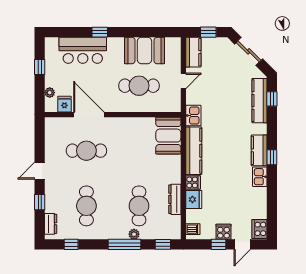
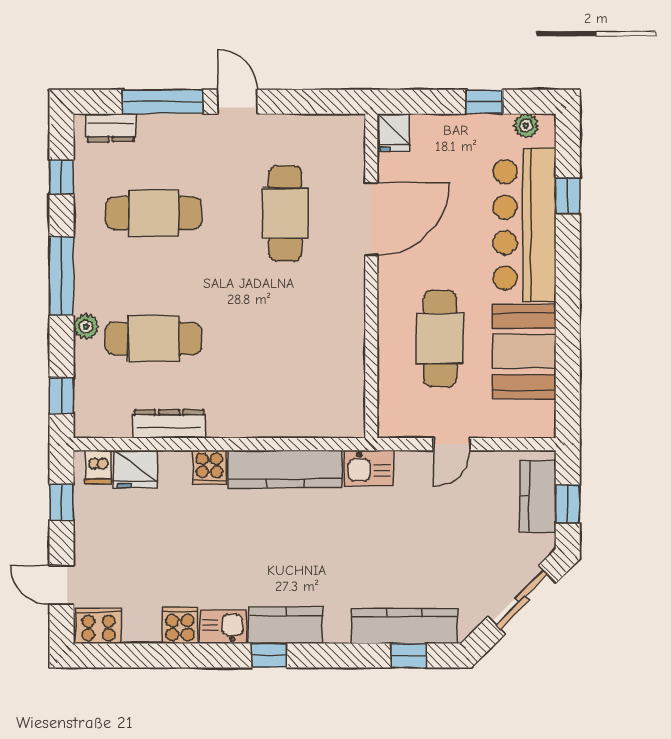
window: (100, 32) -> (568, 196), moved
bar counter: (83, 50) -> (524, 225), width x1.36
kitchen counter: (193, 52) -> (538, 496), moved, turned 90
door: (183, 81) -> (452, 444), hinge flipped
plant: (50, 93) -> (526, 126), moved
fridge: (64, 104) -> (393, 133), moved, turned 90
booth: (168, 136) -> (321, 409), removed
fridge: (194, 199) -> (135, 469), moved
window: (40, 202) -> (163, 102), width x2.17
cooker: (223, 232) -> (180, 625), moved, turned -90
window: (125, 244) -> (62, 276), moved
window: (218, 244) -> (62, 502), moved

